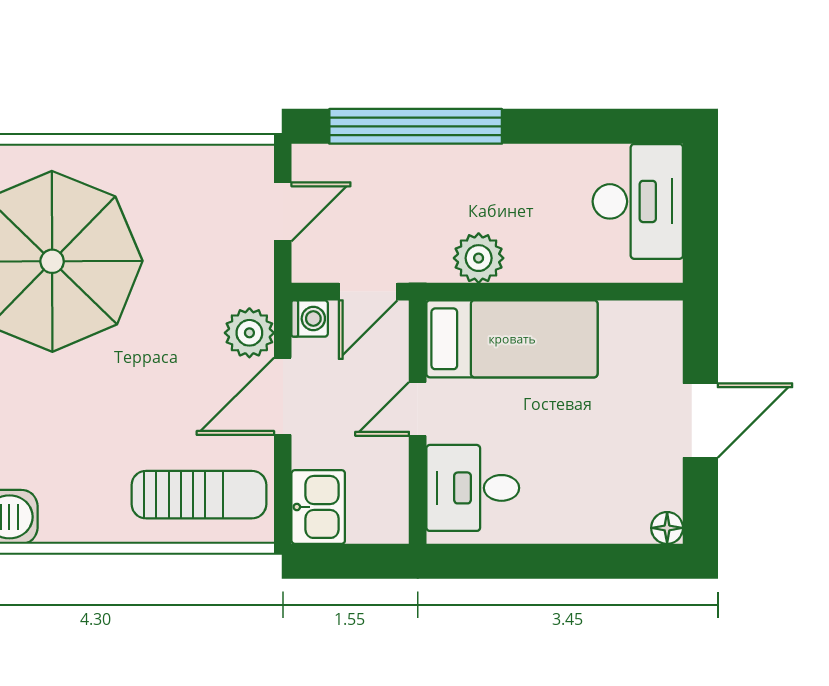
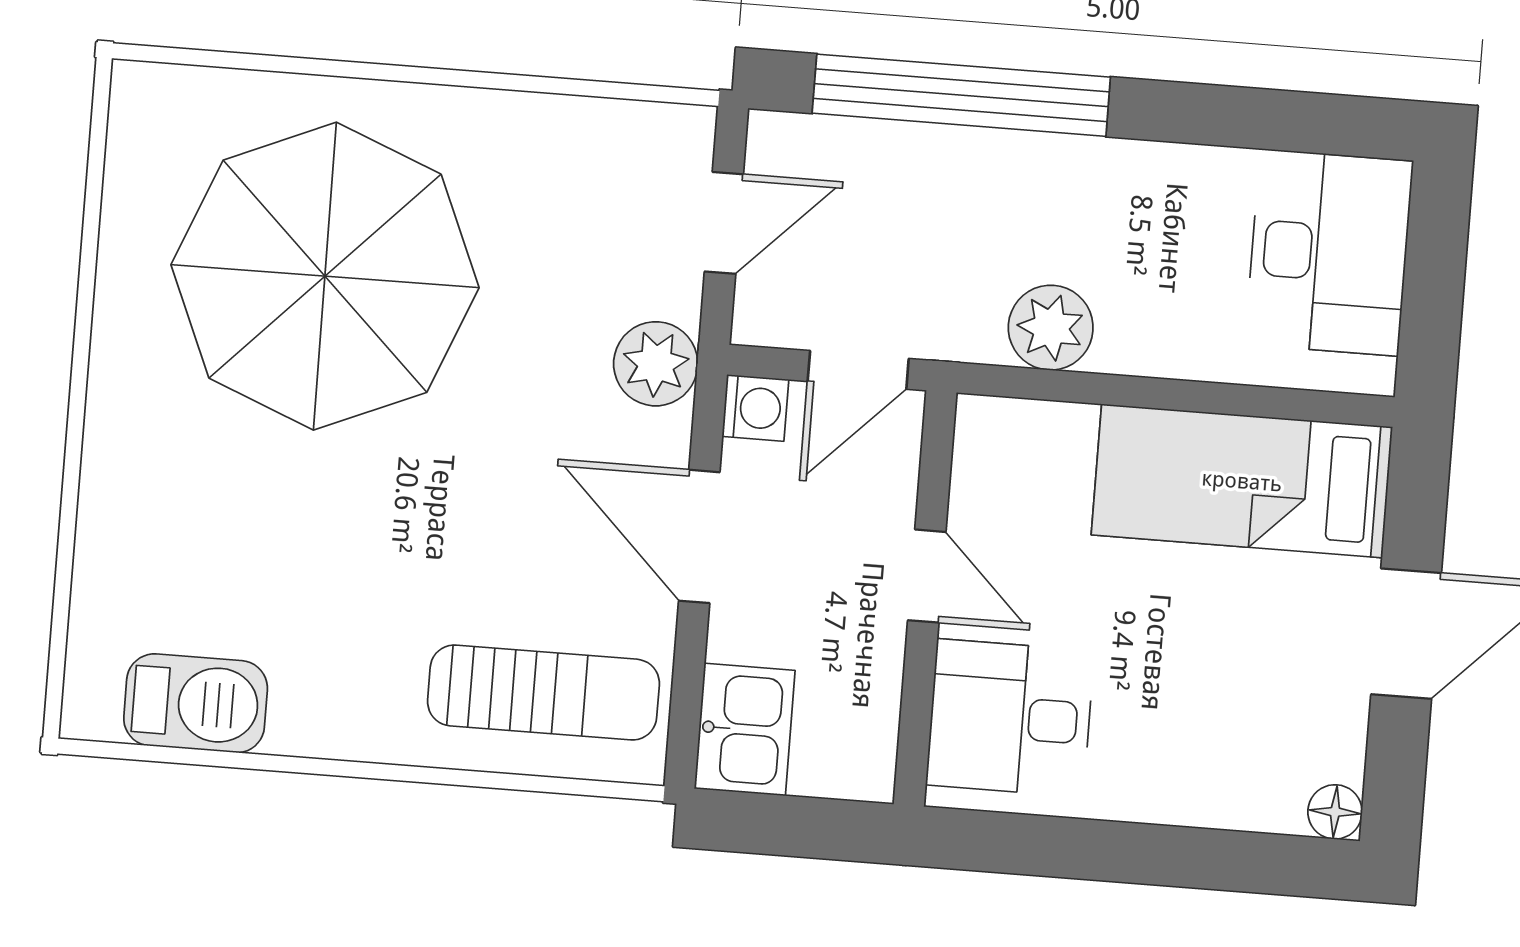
plant: (249, 333) -> (656, 364), moved
bed: (512, 339) -> (1242, 481), moved, turned 180
door: (283, 396) -> (699, 536), hinge flipped
door: (418, 409) -> (927, 576), swing flipped

